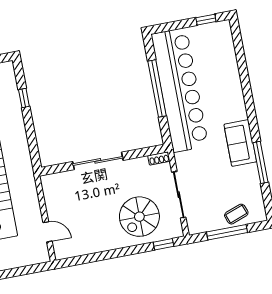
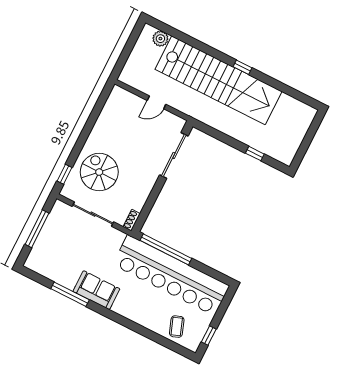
window: (157, 88) -> (166, 249), moved
sliding door: (98, 161) -> (174, 155), moved
coffee table: (236, 214) -> (177, 327), moved
door: (48, 232) -> (157, 102), moved

